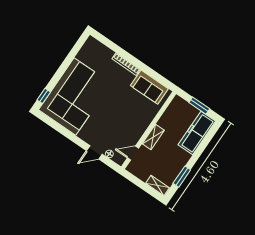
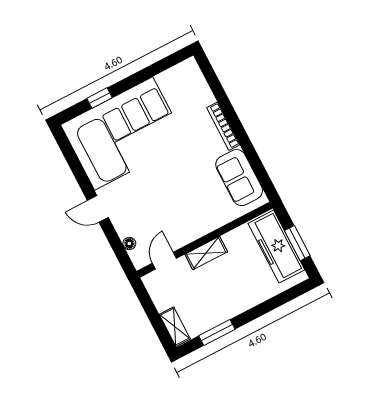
window: (44, 96) -> (99, 98), moved
freezer: (197, 133) -> (276, 247), moved, turned -90
door: (94, 152) -> (98, 209), moved
door: (133, 153) -> (164, 261), hinge flipped

